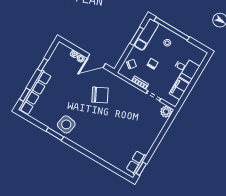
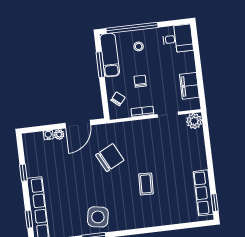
desk: (186, 69) -> (178, 39), moved
coffee table: (109, 127) -> (146, 184), added
row of seats: (136, 163) -> (203, 193), width x1.48

